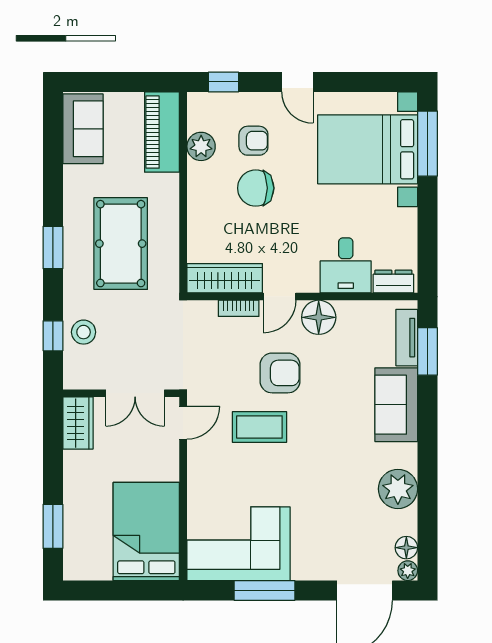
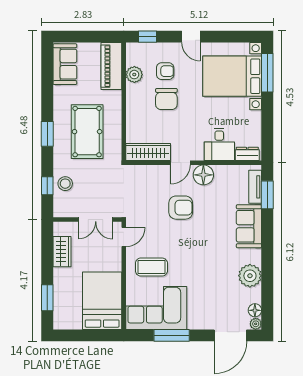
chair: (256, 188) -> (166, 99), turned -90
bookcase: (239, 308) -> (156, 170), removed
wardrobe: (78, 423) -> (62, 252), moved
coffee table: (259, 427) -> (151, 267), moved

